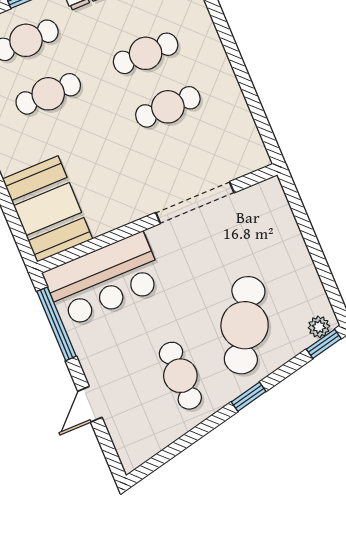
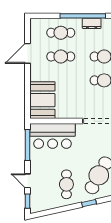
door: (90, 404) -> (28, 181), hinge flipped
window: (109, 450) -> (28, 201), added

